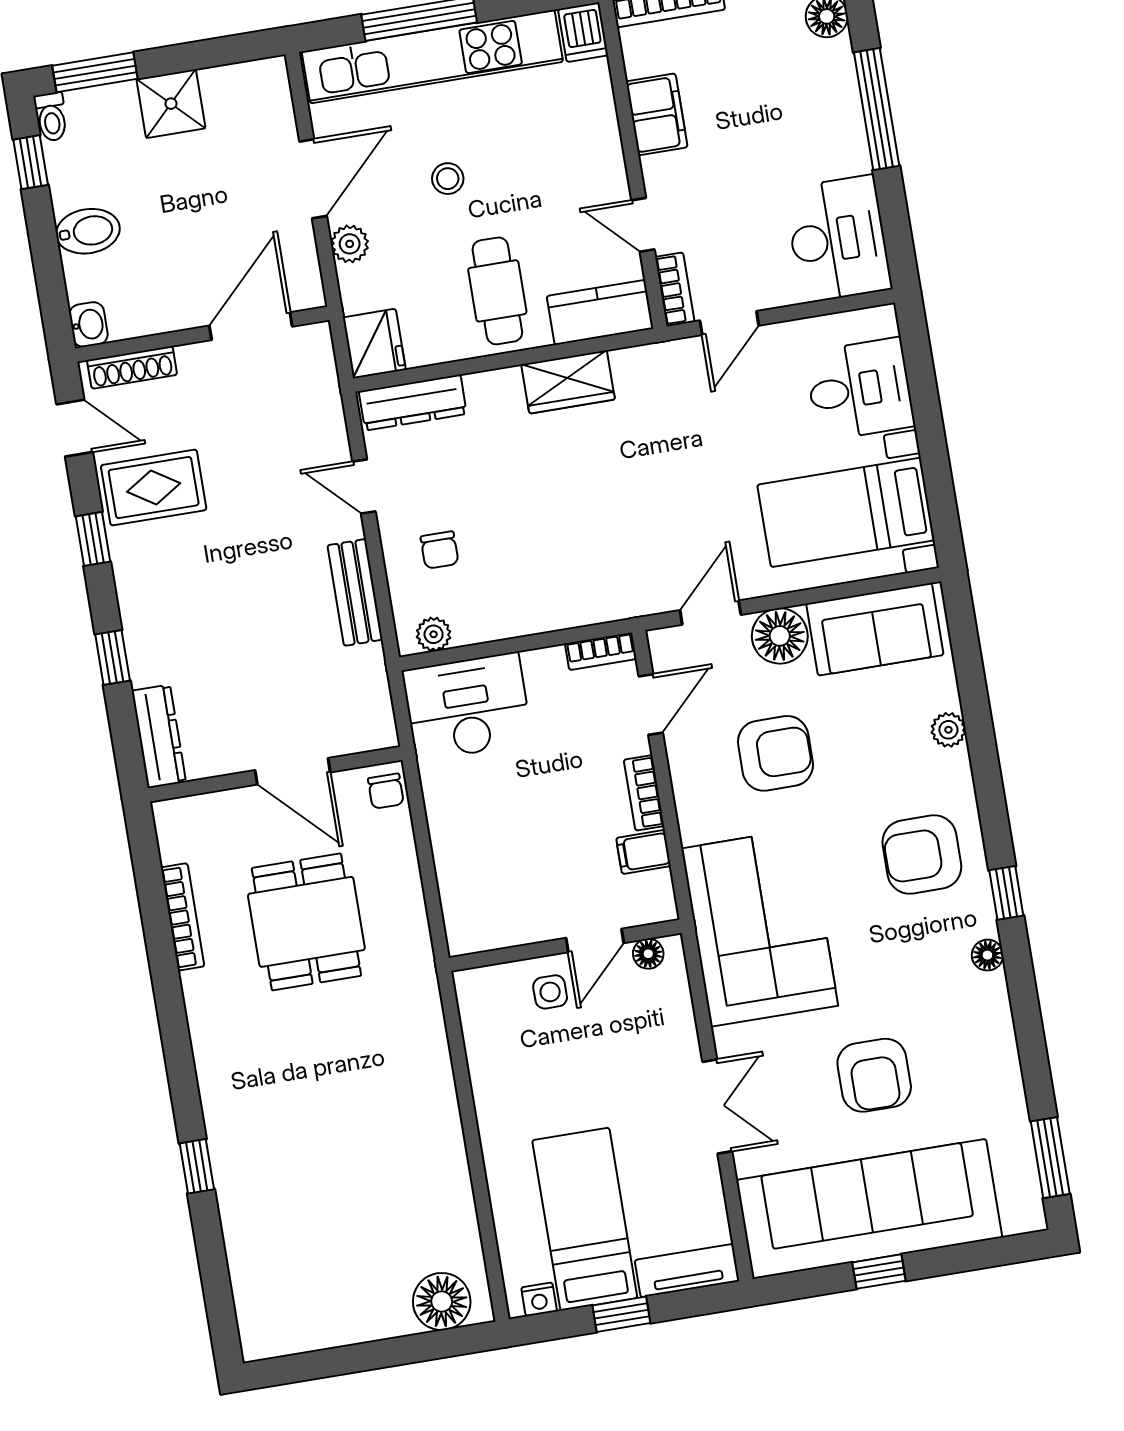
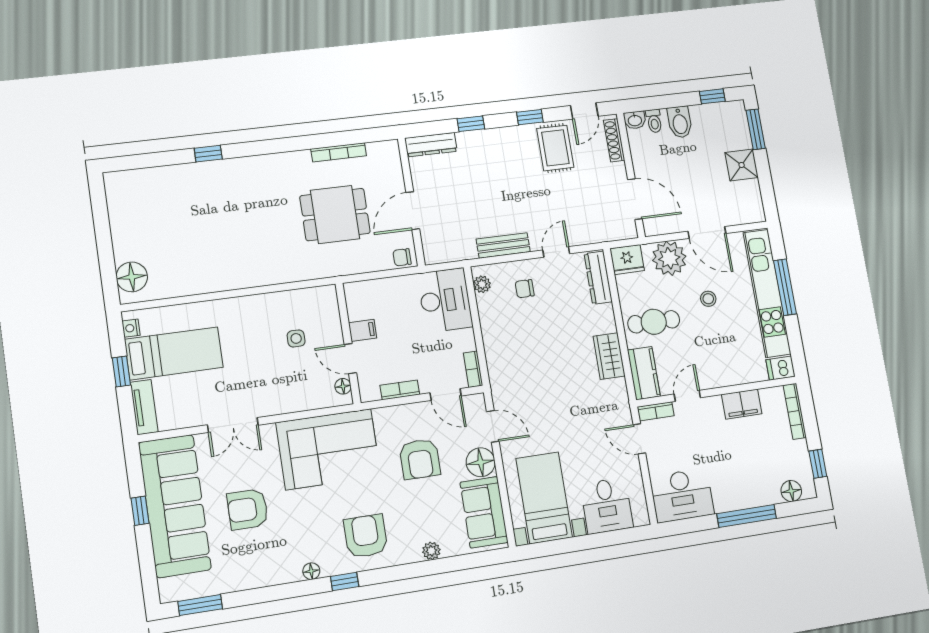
toilet: (51, 117) -> (654, 121), moved, turned -90
plant: (350, 244) -> (669, 258), width x1.88, depth x1.88
filing cabinet: (643, 852) -> (363, 330), moved, turned 90
door: (595, 940) -> (350, 359), moved
wall: (565, 945) -> (348, 343), moved
floor lamp: (648, 954) -> (343, 386), moved

